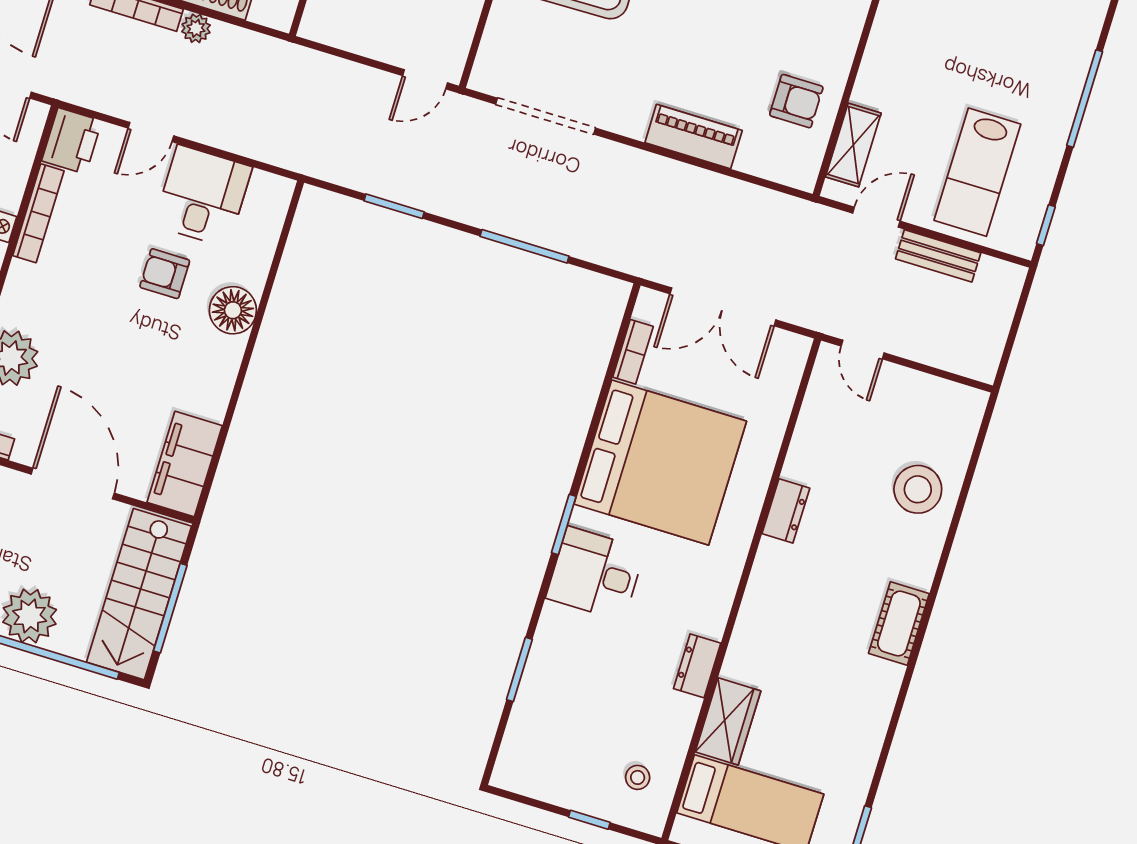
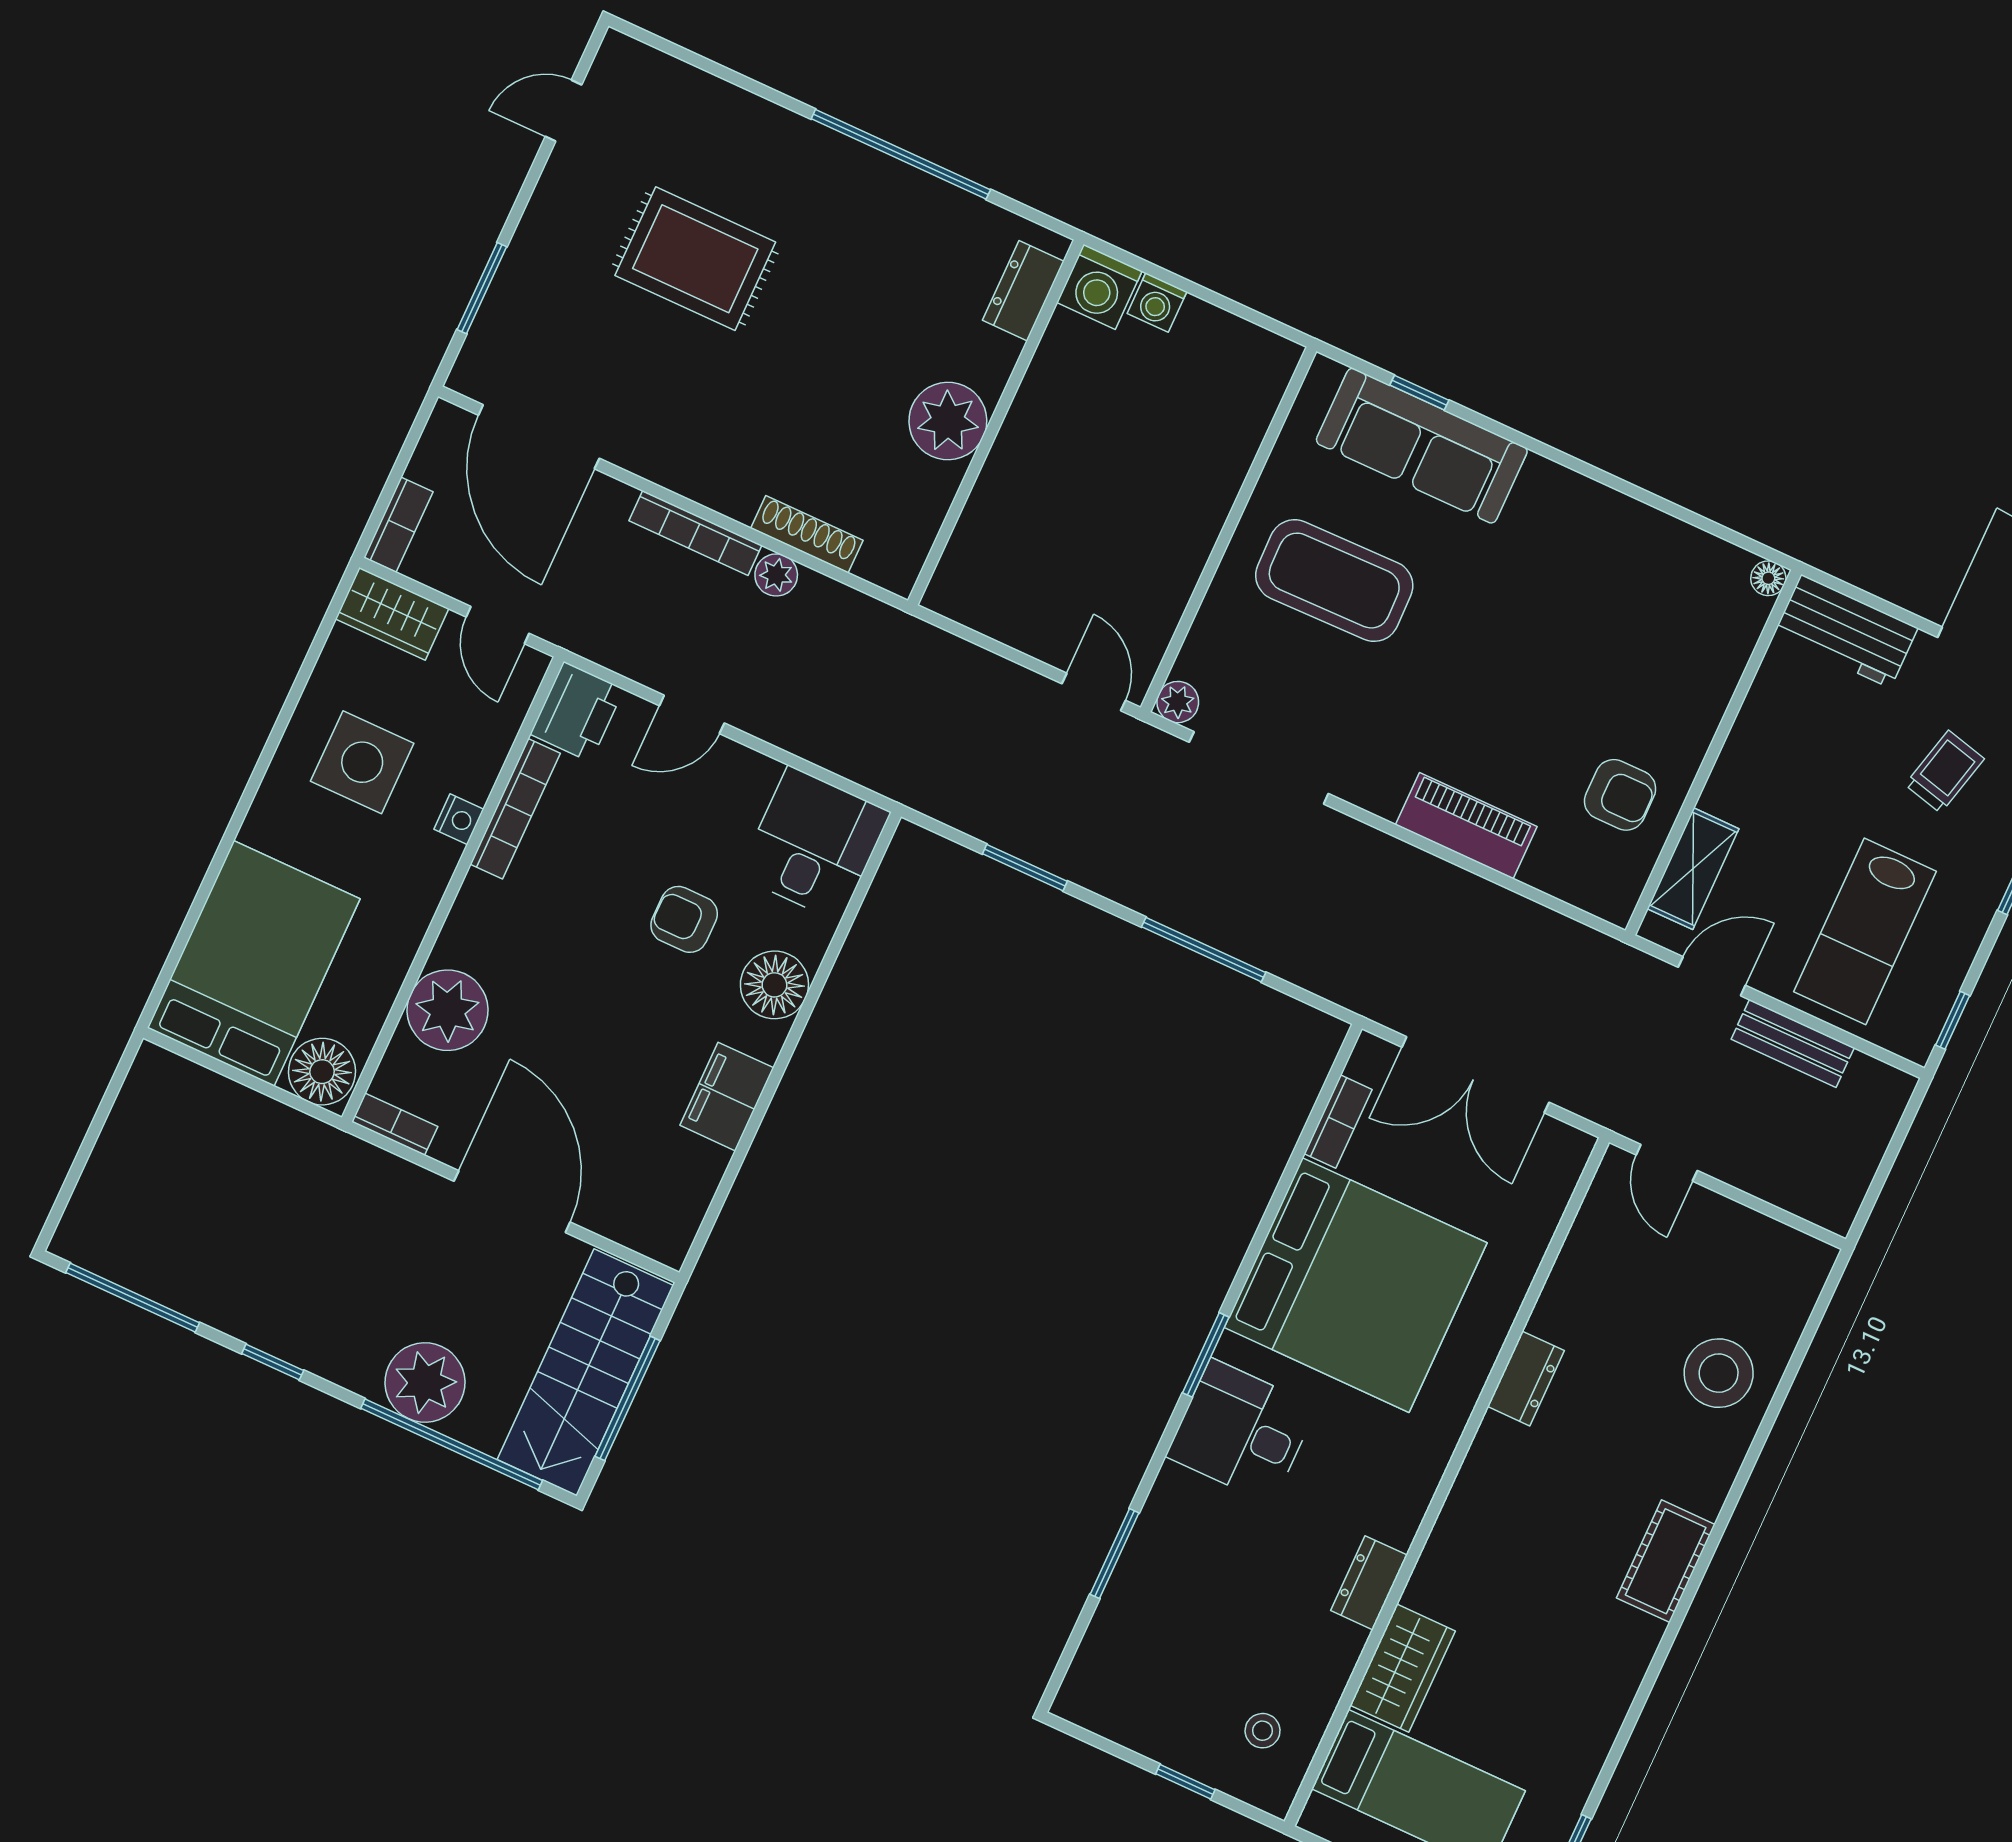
trolley: (1017, 55) -> (1945, 772), added
plant: (484, 78) -> (1178, 702), added
door: (425, 79) -> (1094, 692), swing flipped
desk: (203, 196) -> (814, 844), moved
filing cabinet: (185, 464) -> (727, 1097), moved, width x0.67, depth x0.86

